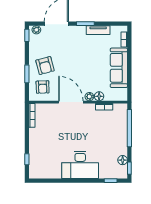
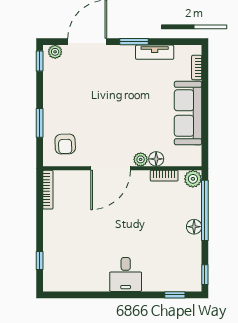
armchair: (45, 66) -> (69, 109), removed
door: (71, 102) -> (111, 168), swing flipped
plant: (122, 109) -> (193, 179), added
floor lamp: (123, 160) -> (194, 227), moved
desk: (80, 165) -> (126, 274), width x0.53, depth x0.77

